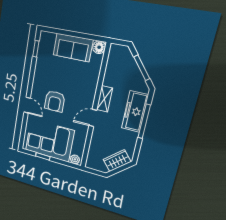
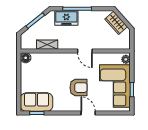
sofa: (73, 47) -> (37, 102), moved, turned -90
shelving: (105, 99) -> (47, 45), moved
door: (27, 105) -> (88, 113), hinge flipped
freezer: (135, 112) -> (66, 18), width x0.71

